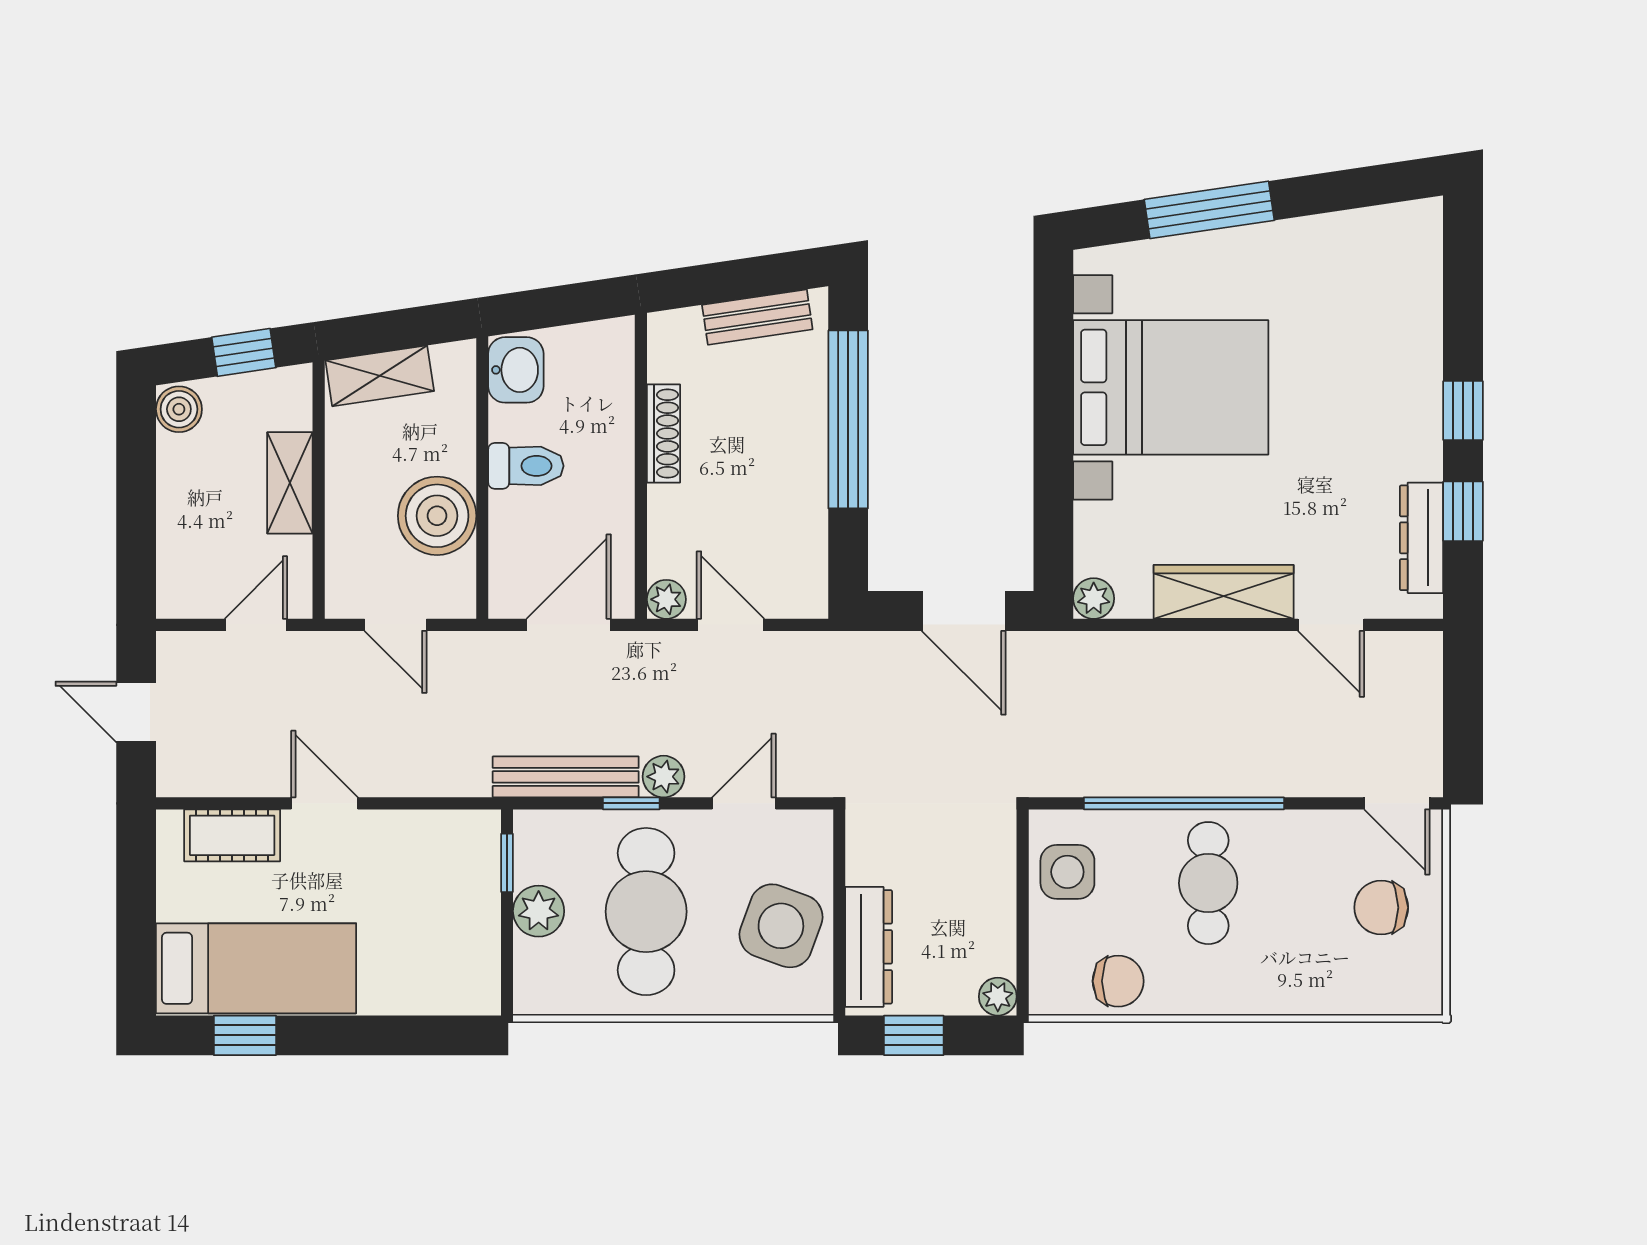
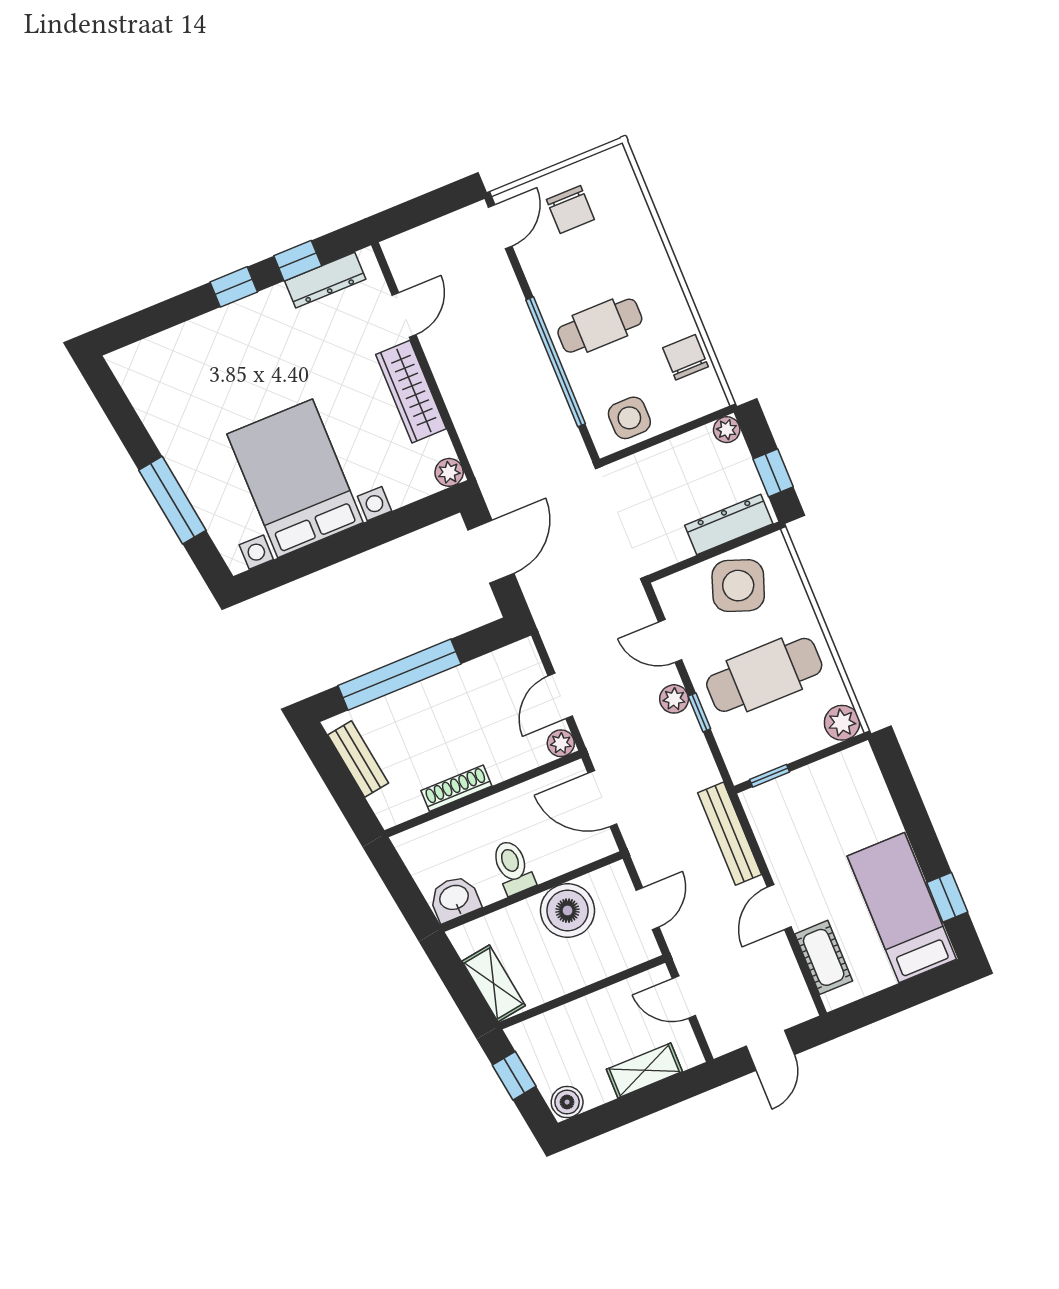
shelving: (290, 483) -> (644, 1070), moved
bench: (566, 777) -> (730, 834), moved
plant: (539, 911) -> (842, 723), moved

